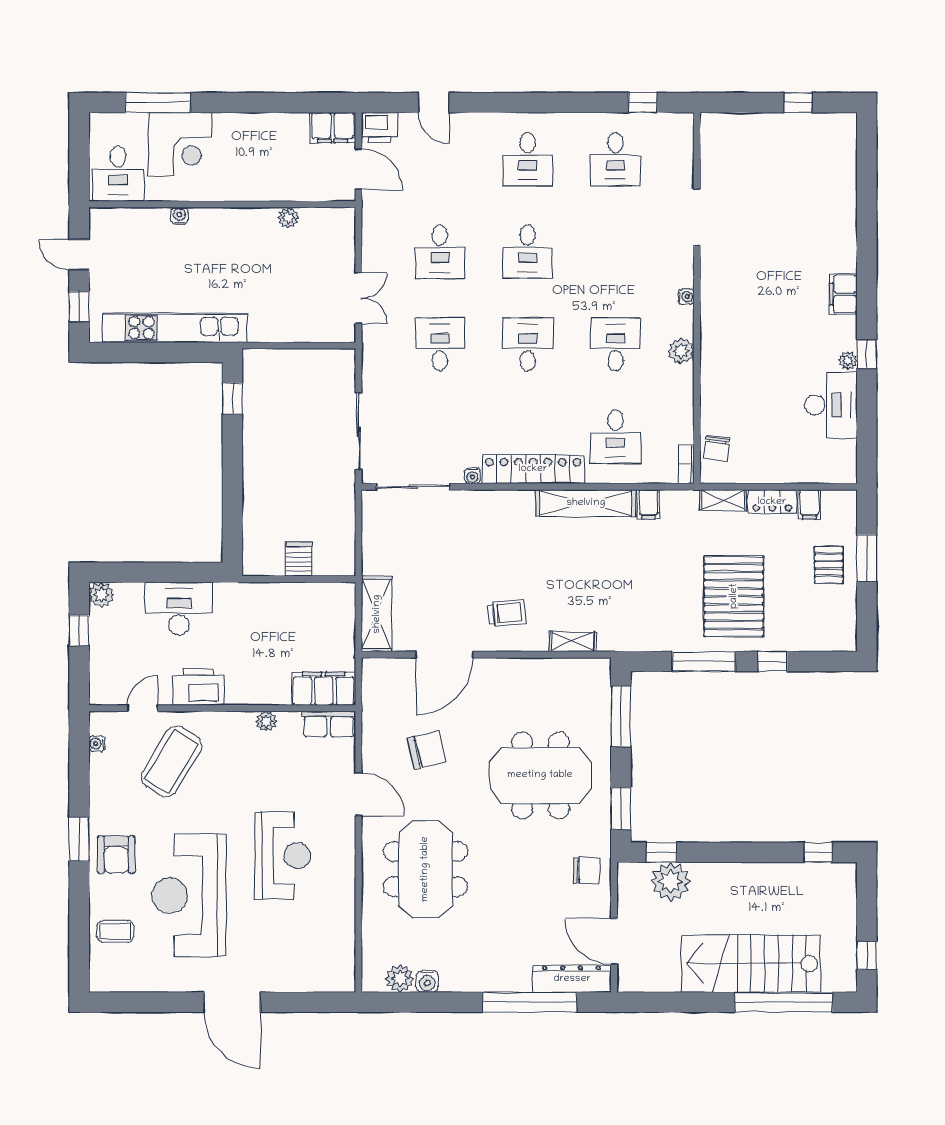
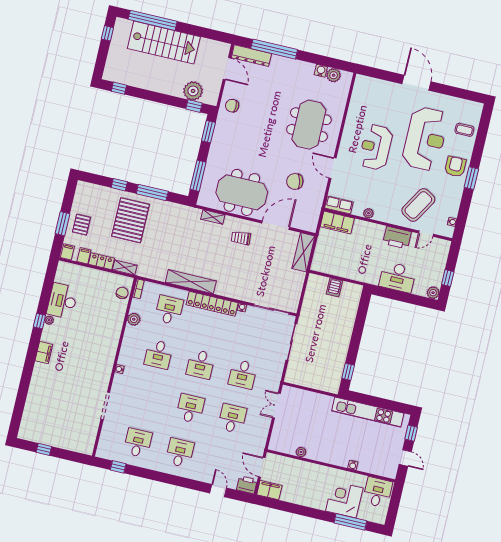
plant: (681, 351) -> (134, 319), moved
filing cabinet: (648, 504) -> (67, 252), moved
meeting table: (540, 775) -> (242, 192), moved

